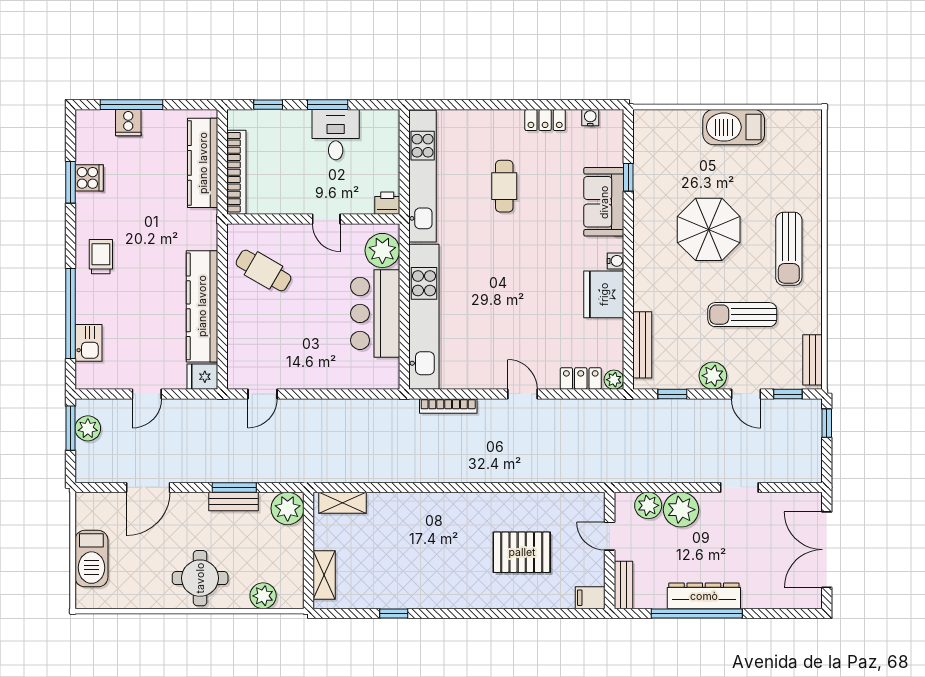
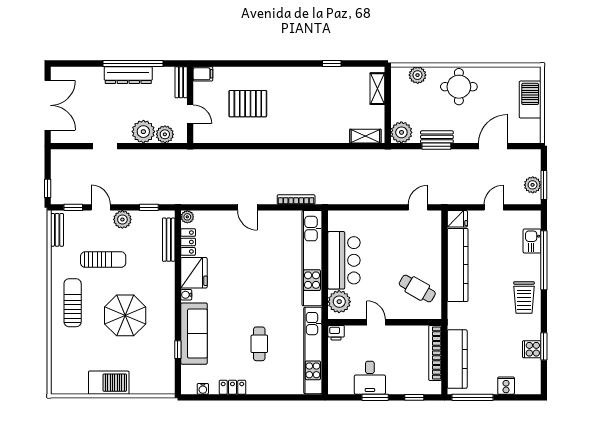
window: (131, 105) -> (473, 397), moved
sofa: (604, 202) -> (194, 334), width x1.36
trolley: (101, 257) -> (524, 298), width x1.36, depth x1.39
locker: (581, 378) -> (188, 242), moved, turned -90

